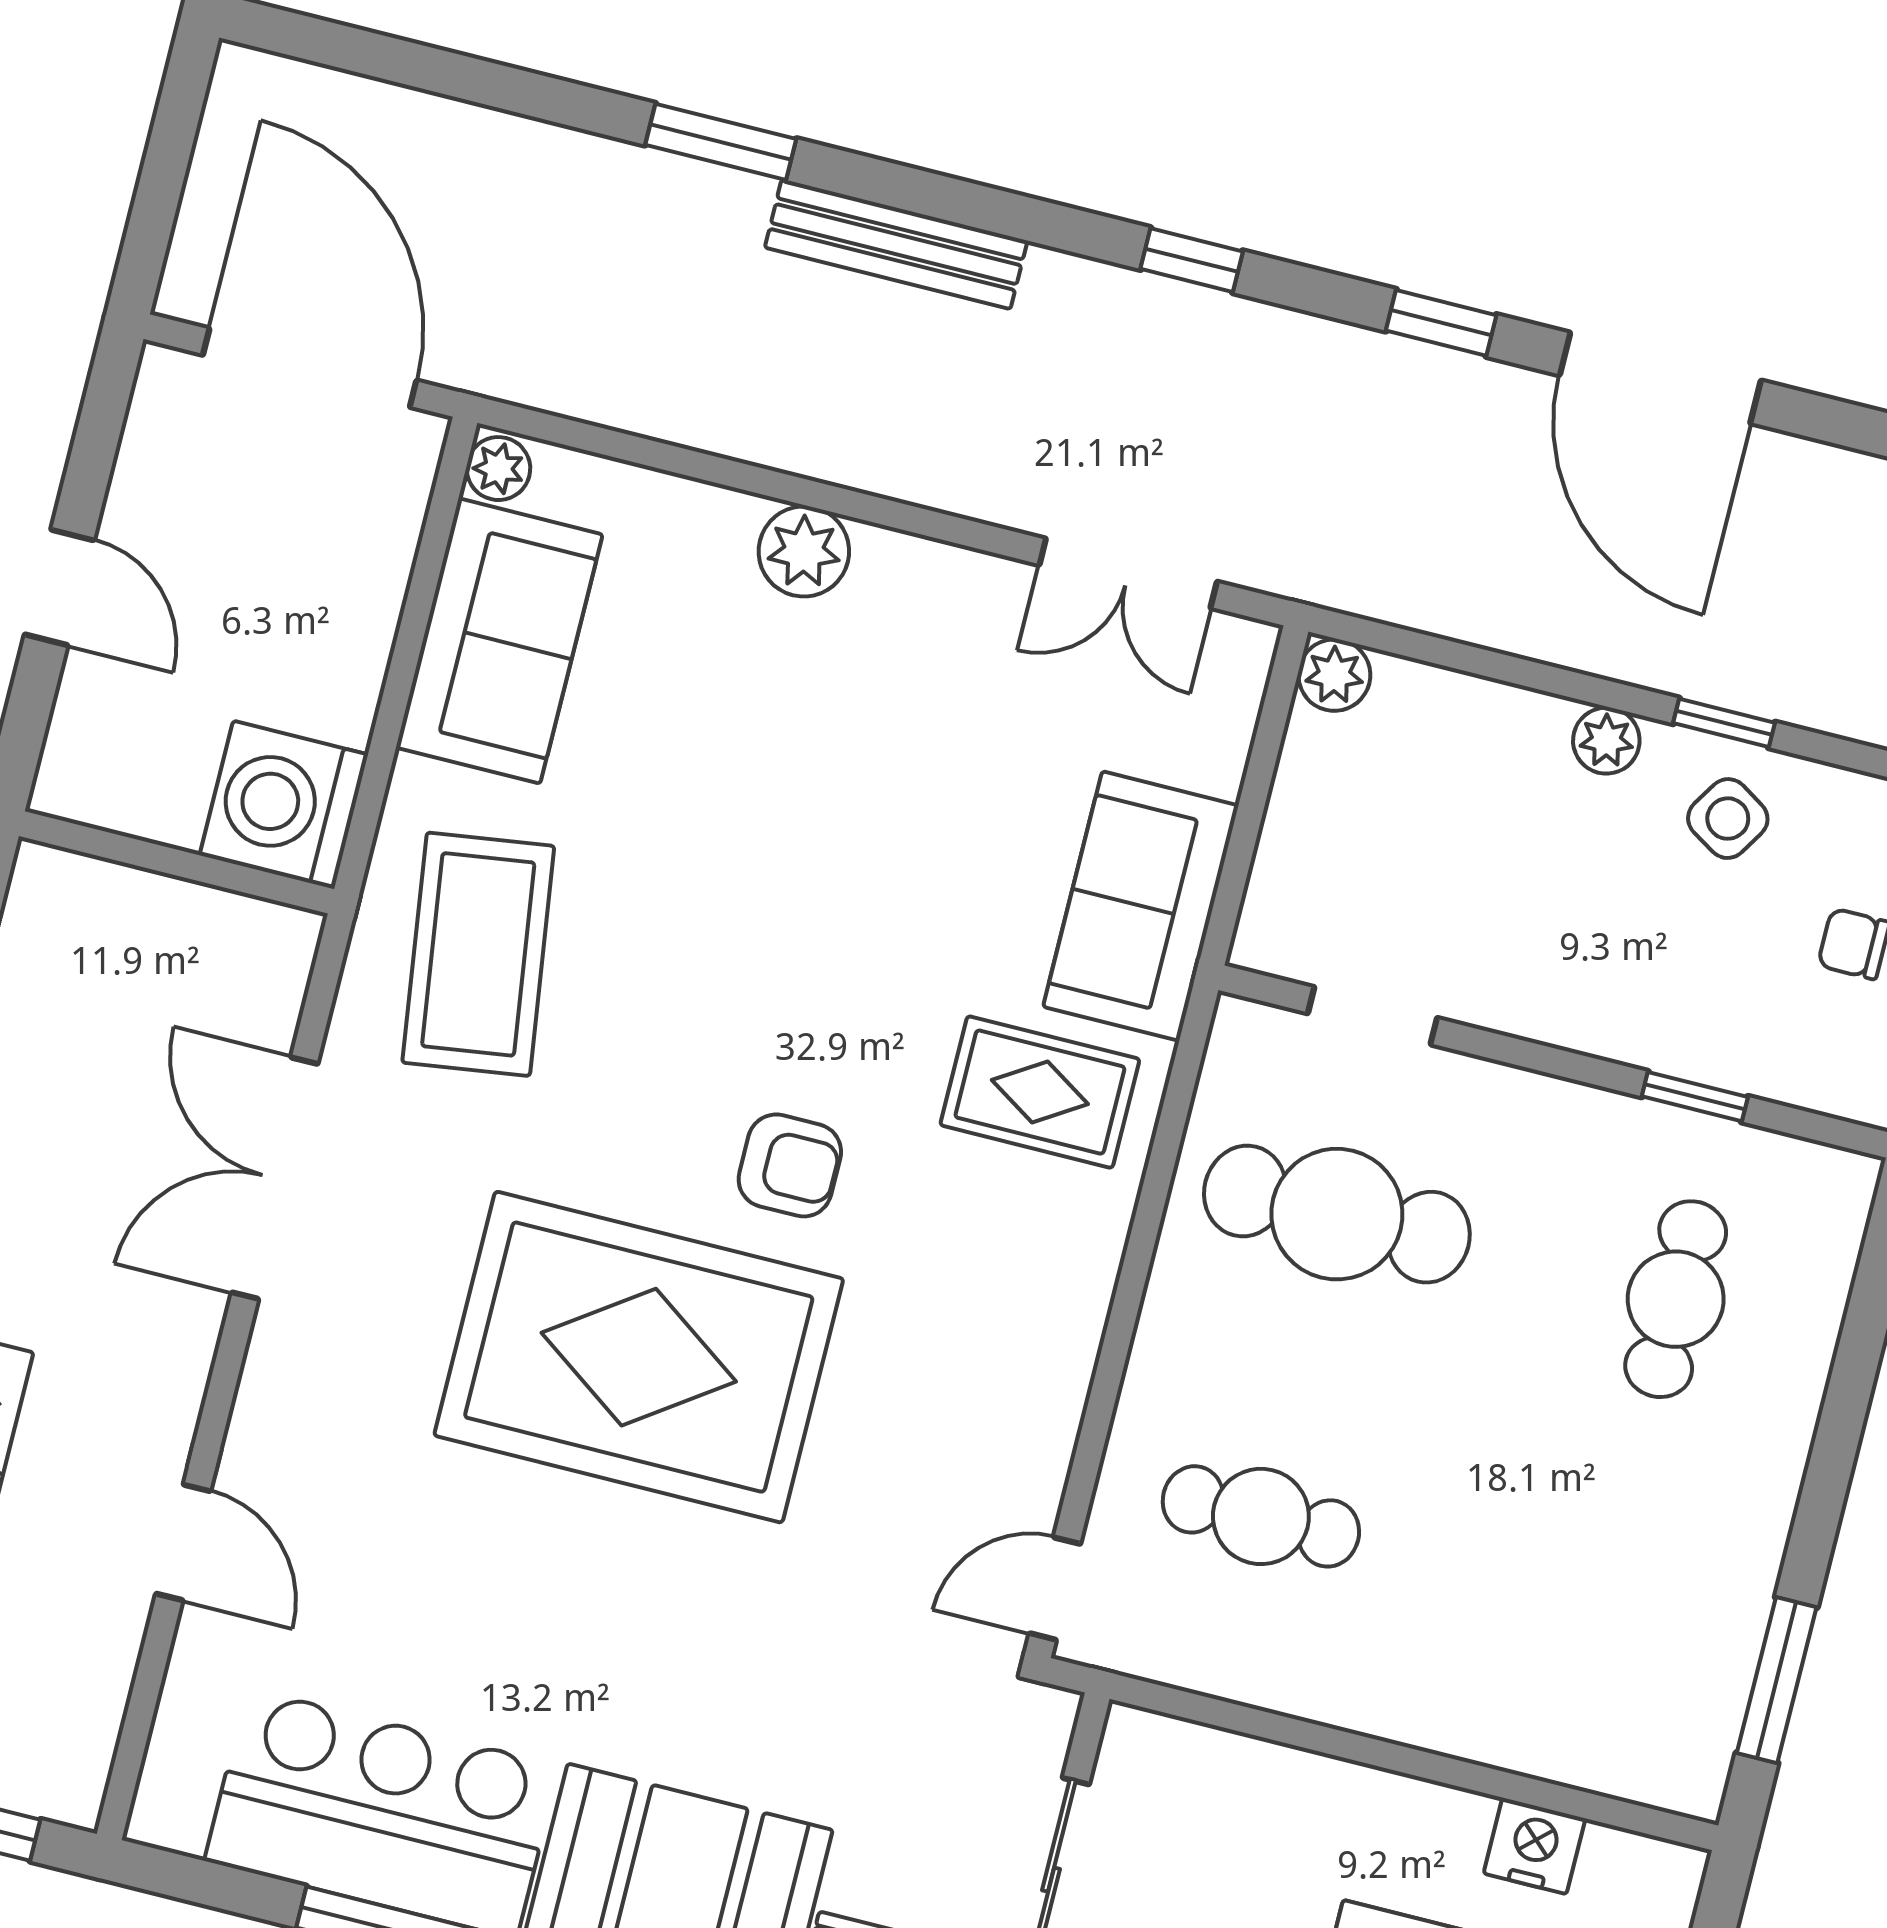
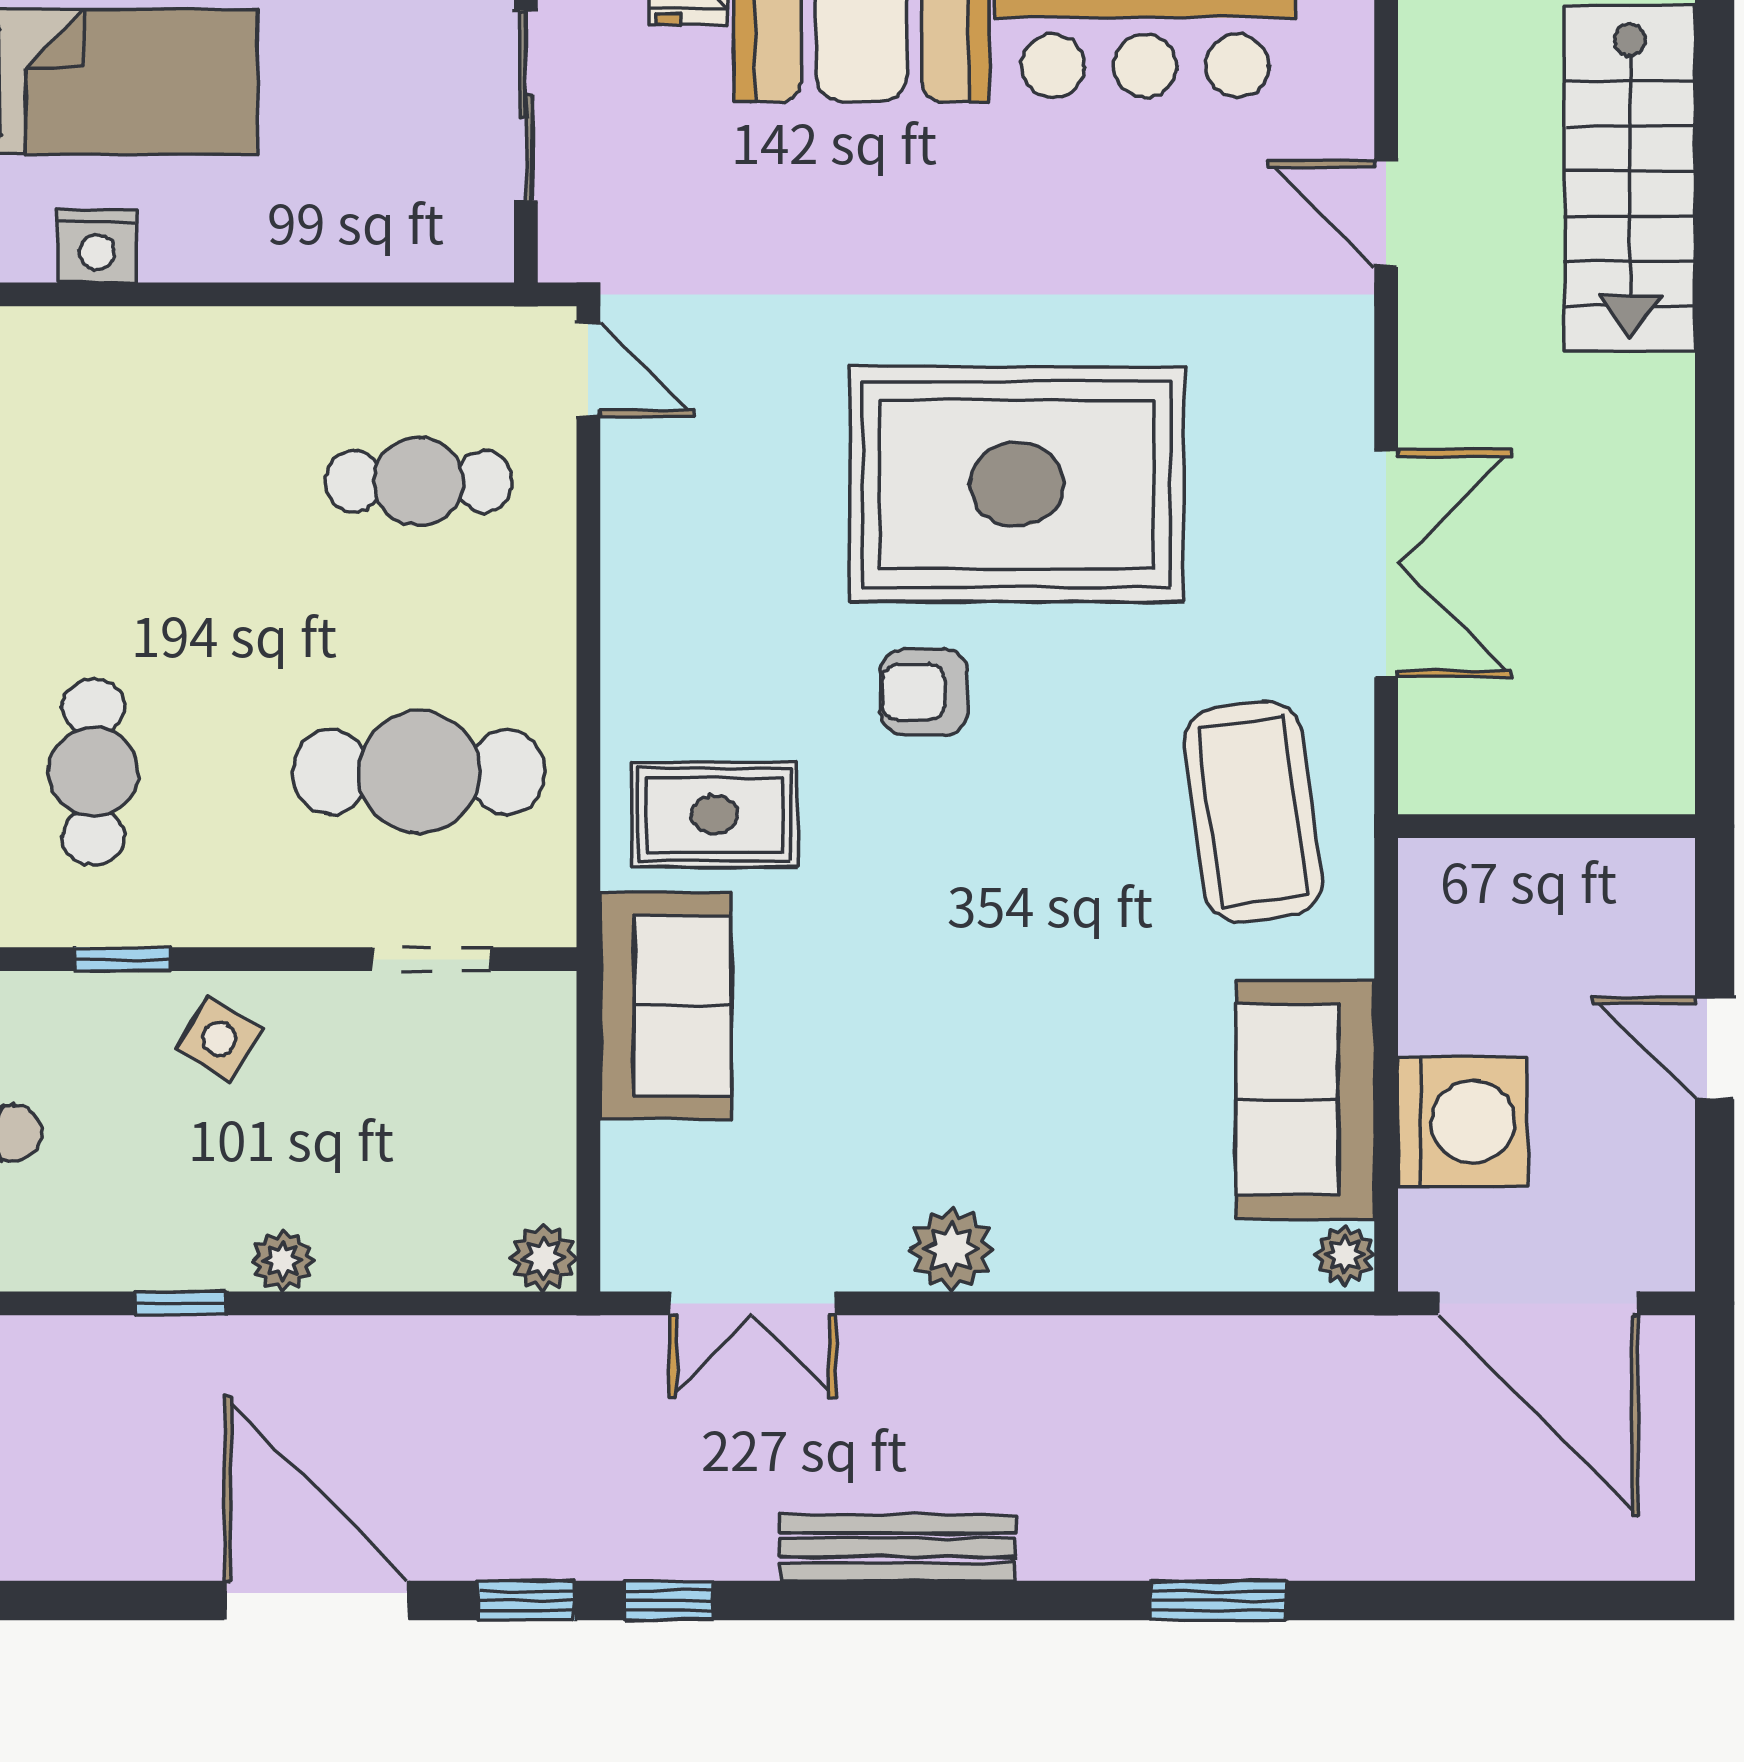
bench: (896, 244) -> (898, 1548), moved
window: (1192, 260) -> (669, 1600), moved
plant: (804, 551) -> (951, 1249), moved
double door: (1128, 573) -> (753, 1303), swing flipped
washing machine: (284, 805) -> (1463, 1122), moved
side table: (1728, 819) -> (219, 1039), moved
door: (1055, 1589) -> (588, 370), hinge flipped

